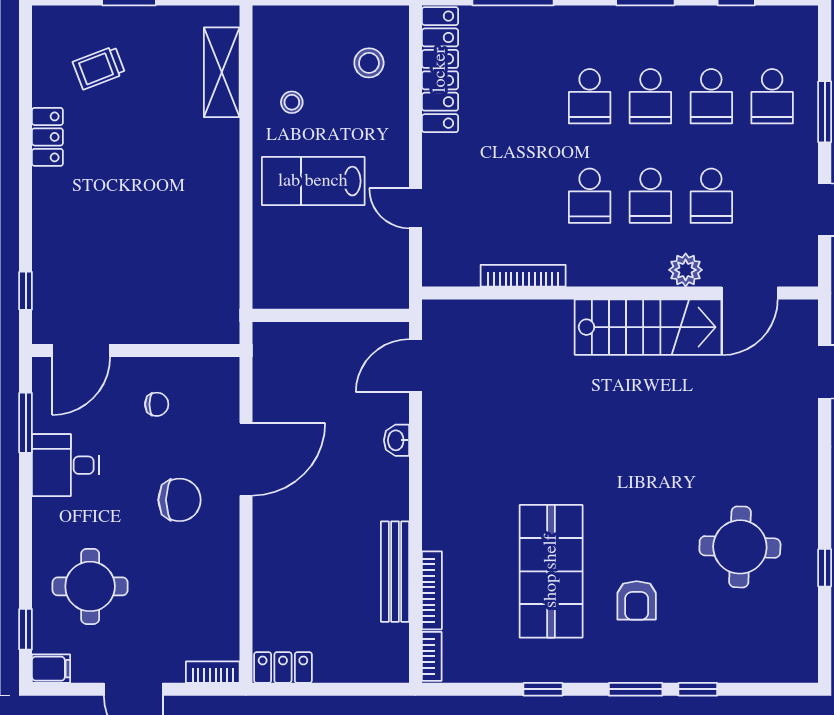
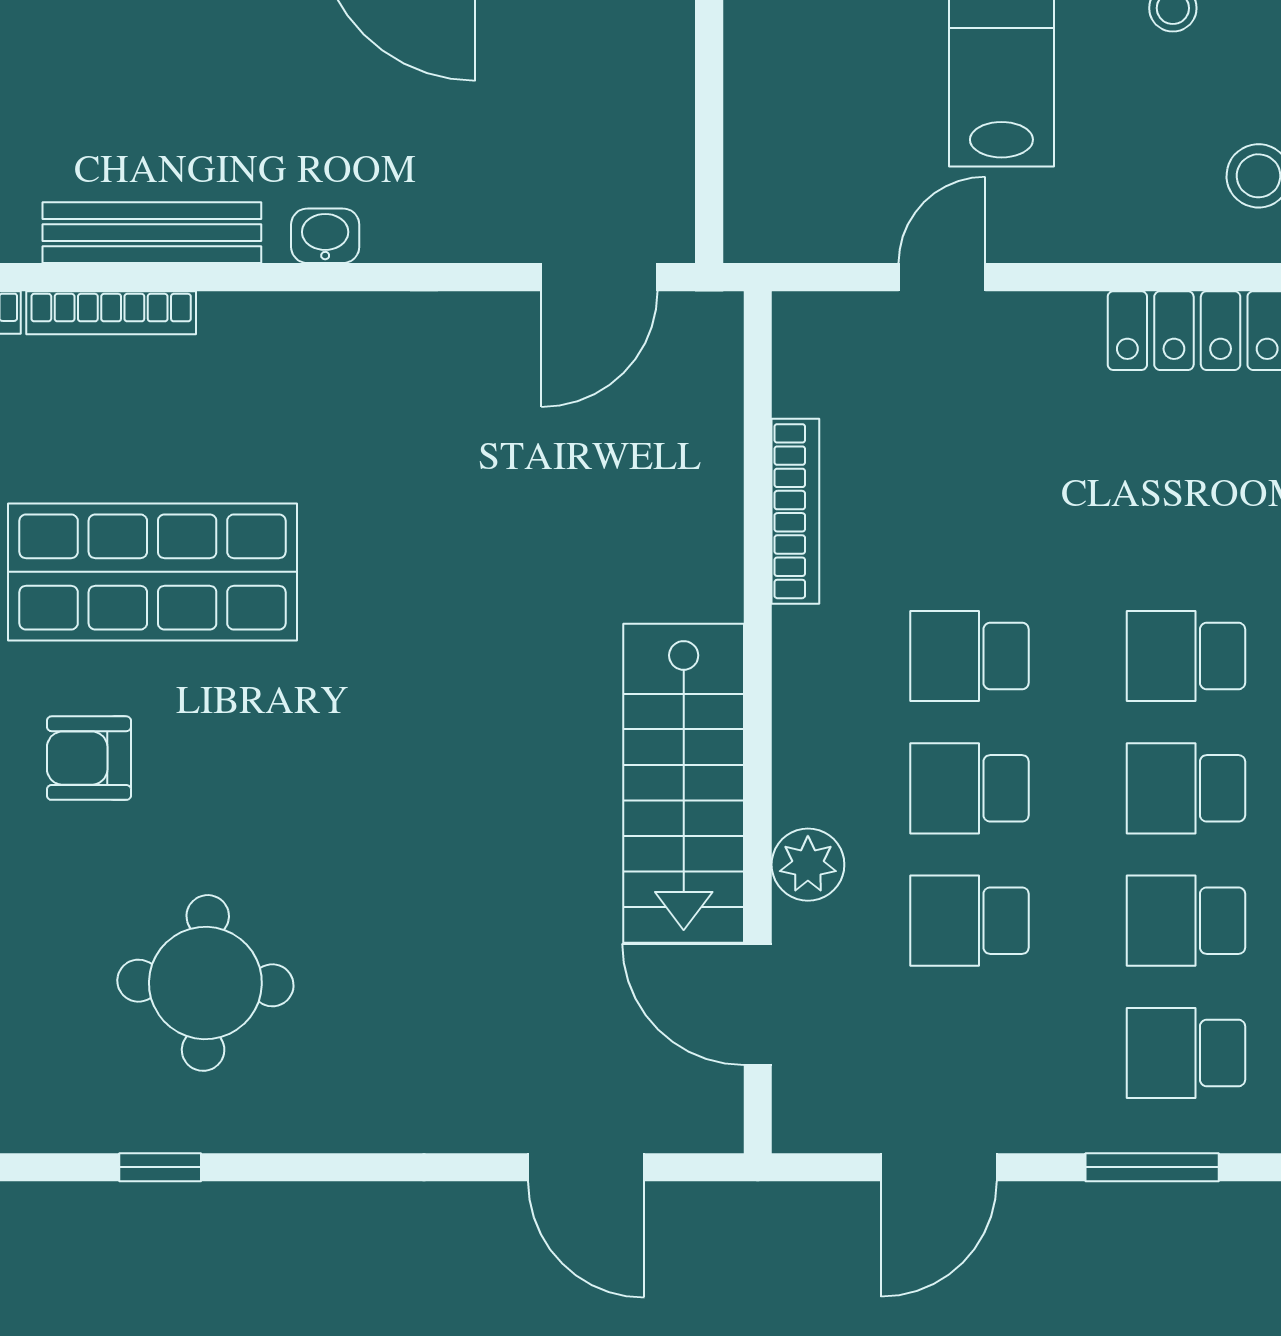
door: (416, 366) -> (599, 277), swing flipped
washbasin: (396, 440) -> (325, 236), moved

